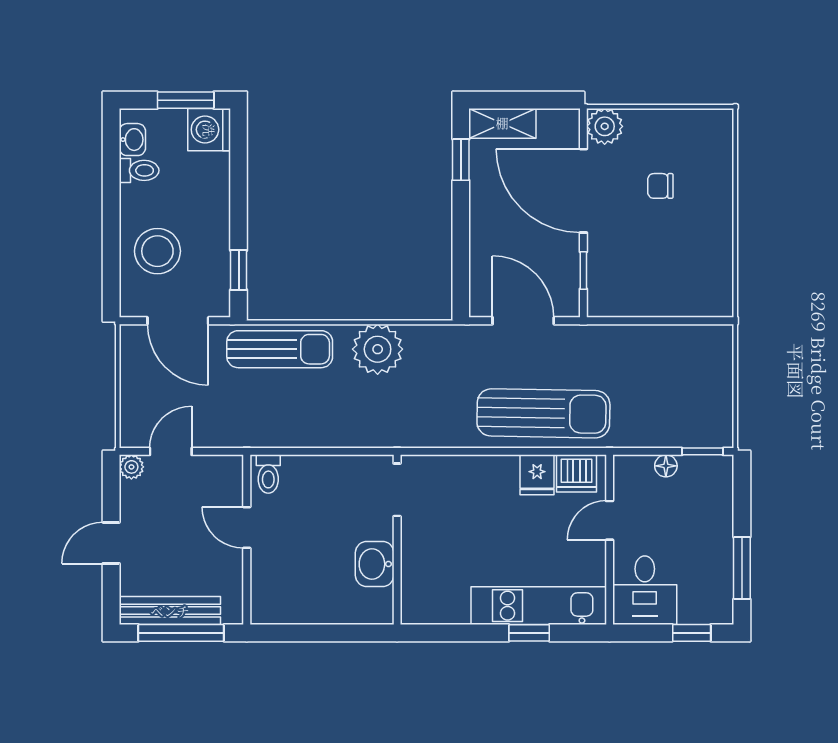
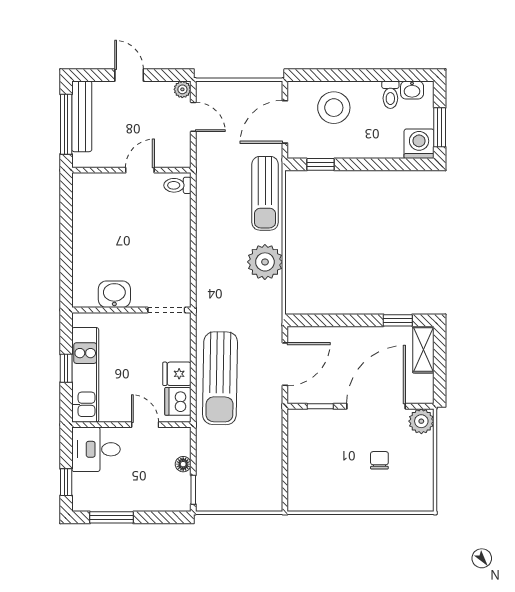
doorway: (397, 490) -> (166, 310), moved
wall: (397, 540) -> (131, 310), moved
washbasin: (375, 564) -> (114, 294), moved

